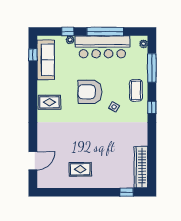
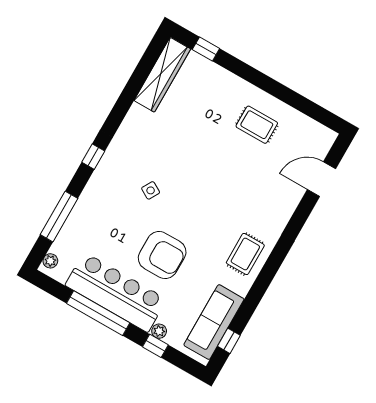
coffee table: (136, 90) -> (103, 196), removed
armchair: (90, 92) -> (162, 255), moved
rug: (49, 102) -> (245, 254), turned 90

